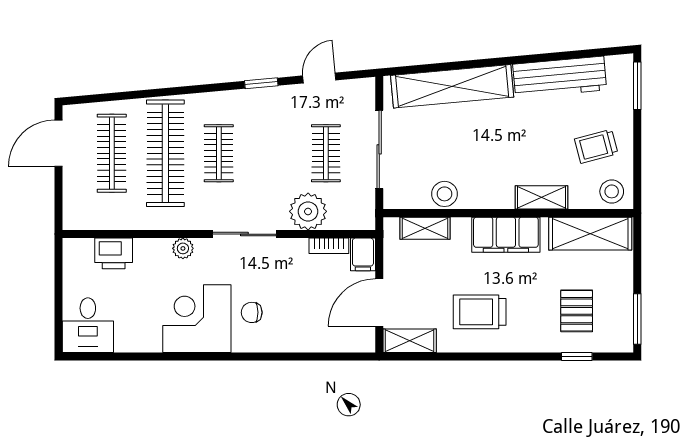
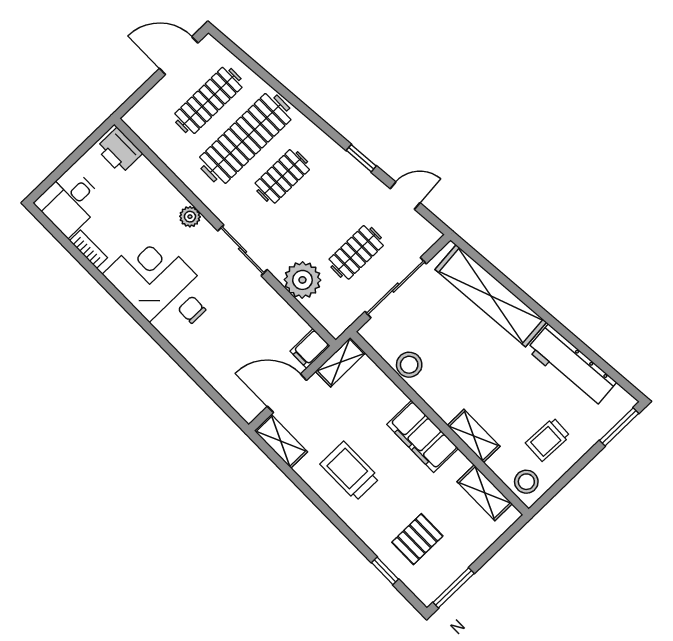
trolley: (596, 146) -> (548, 440), turned -73
shelving: (425, 228) -> (340, 362), moved, turned 90
shelving: (590, 234) -> (485, 493), width x0.67, depth x0.75
bookcase: (329, 246) -> (88, 249), moved, turned 180
printer: (114, 253) -> (119, 151), moved

